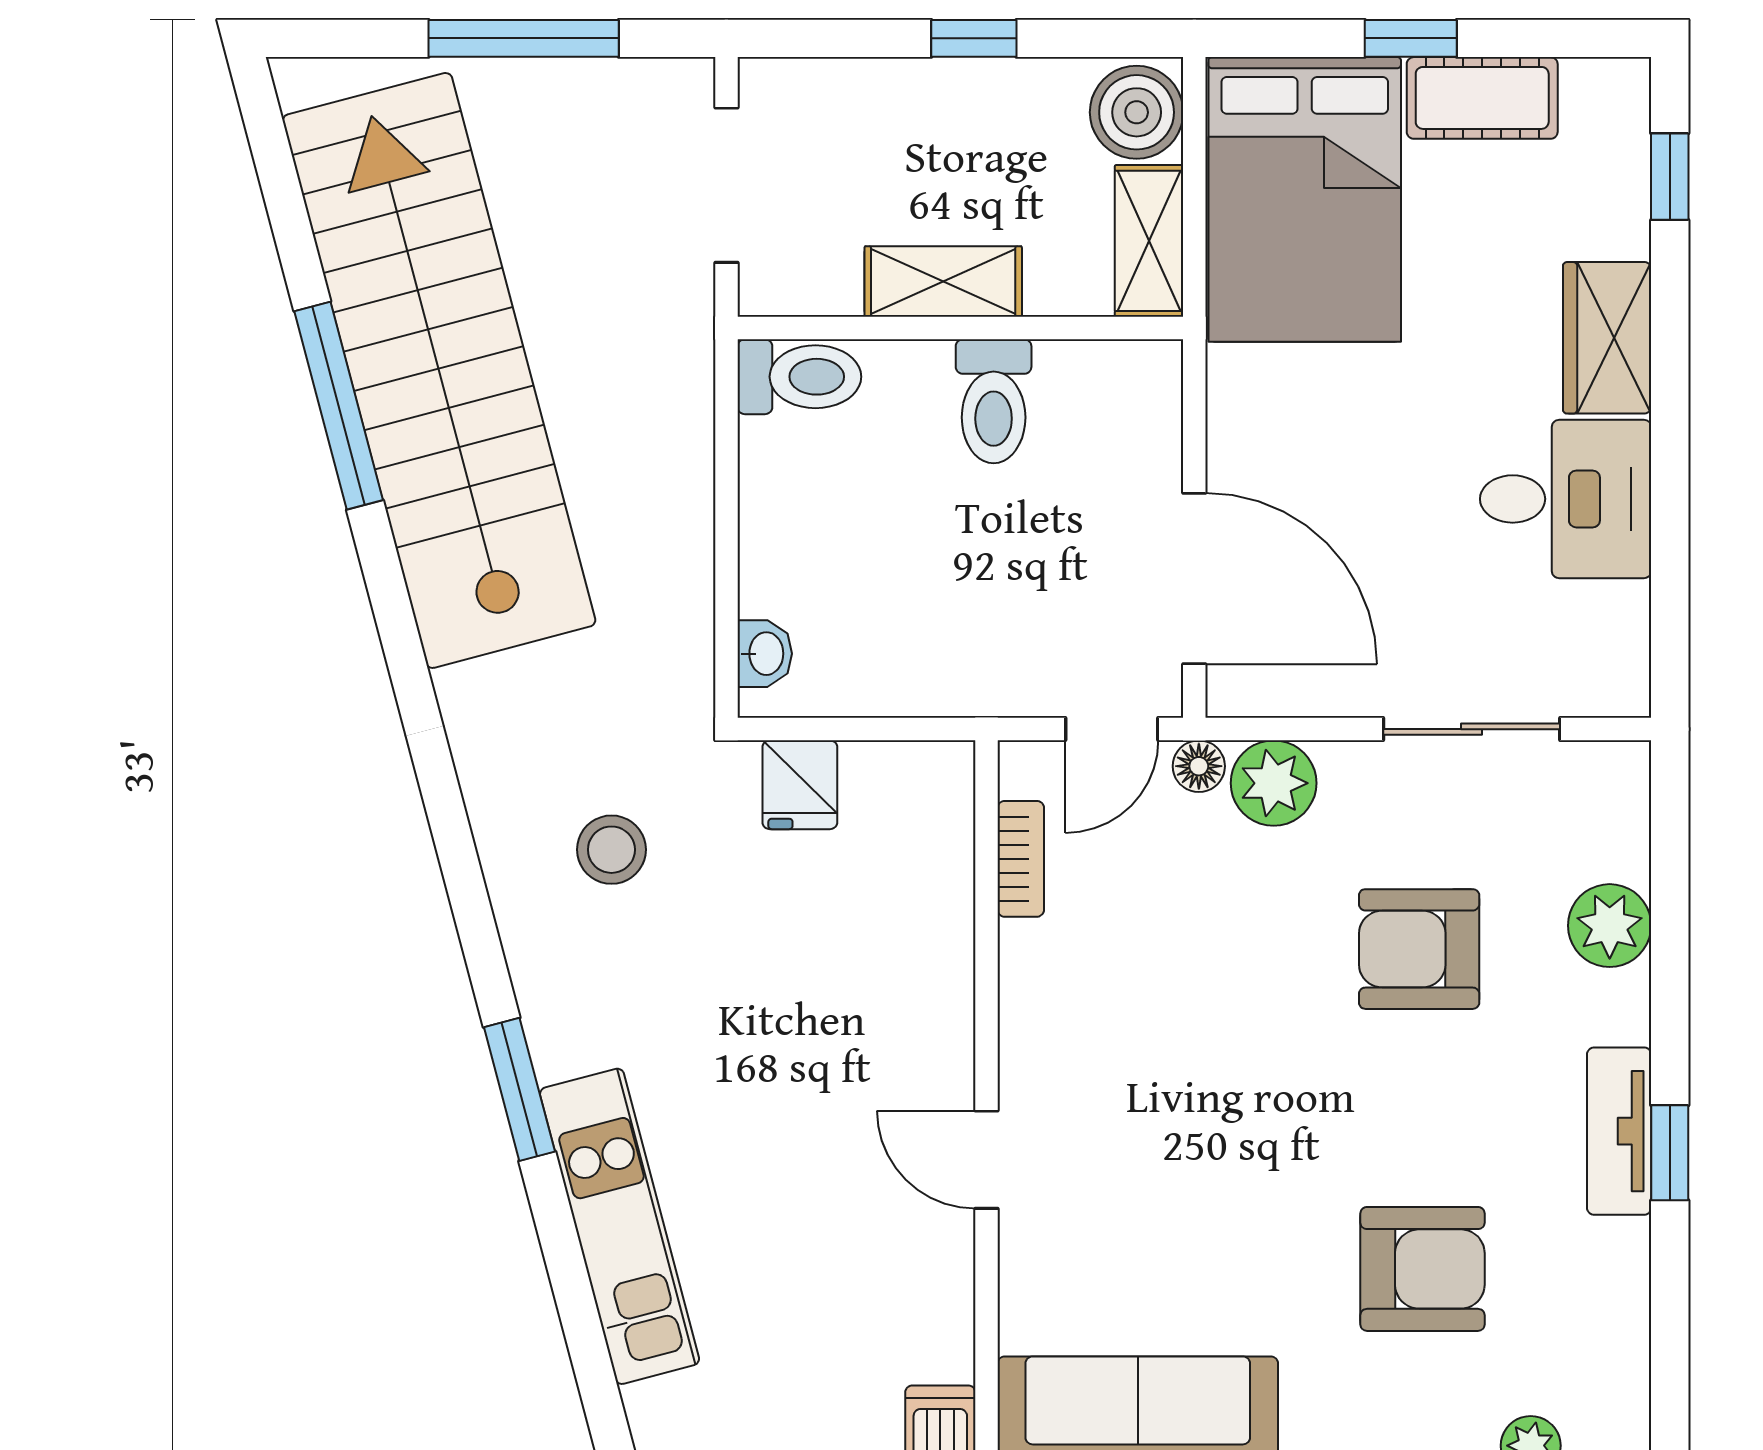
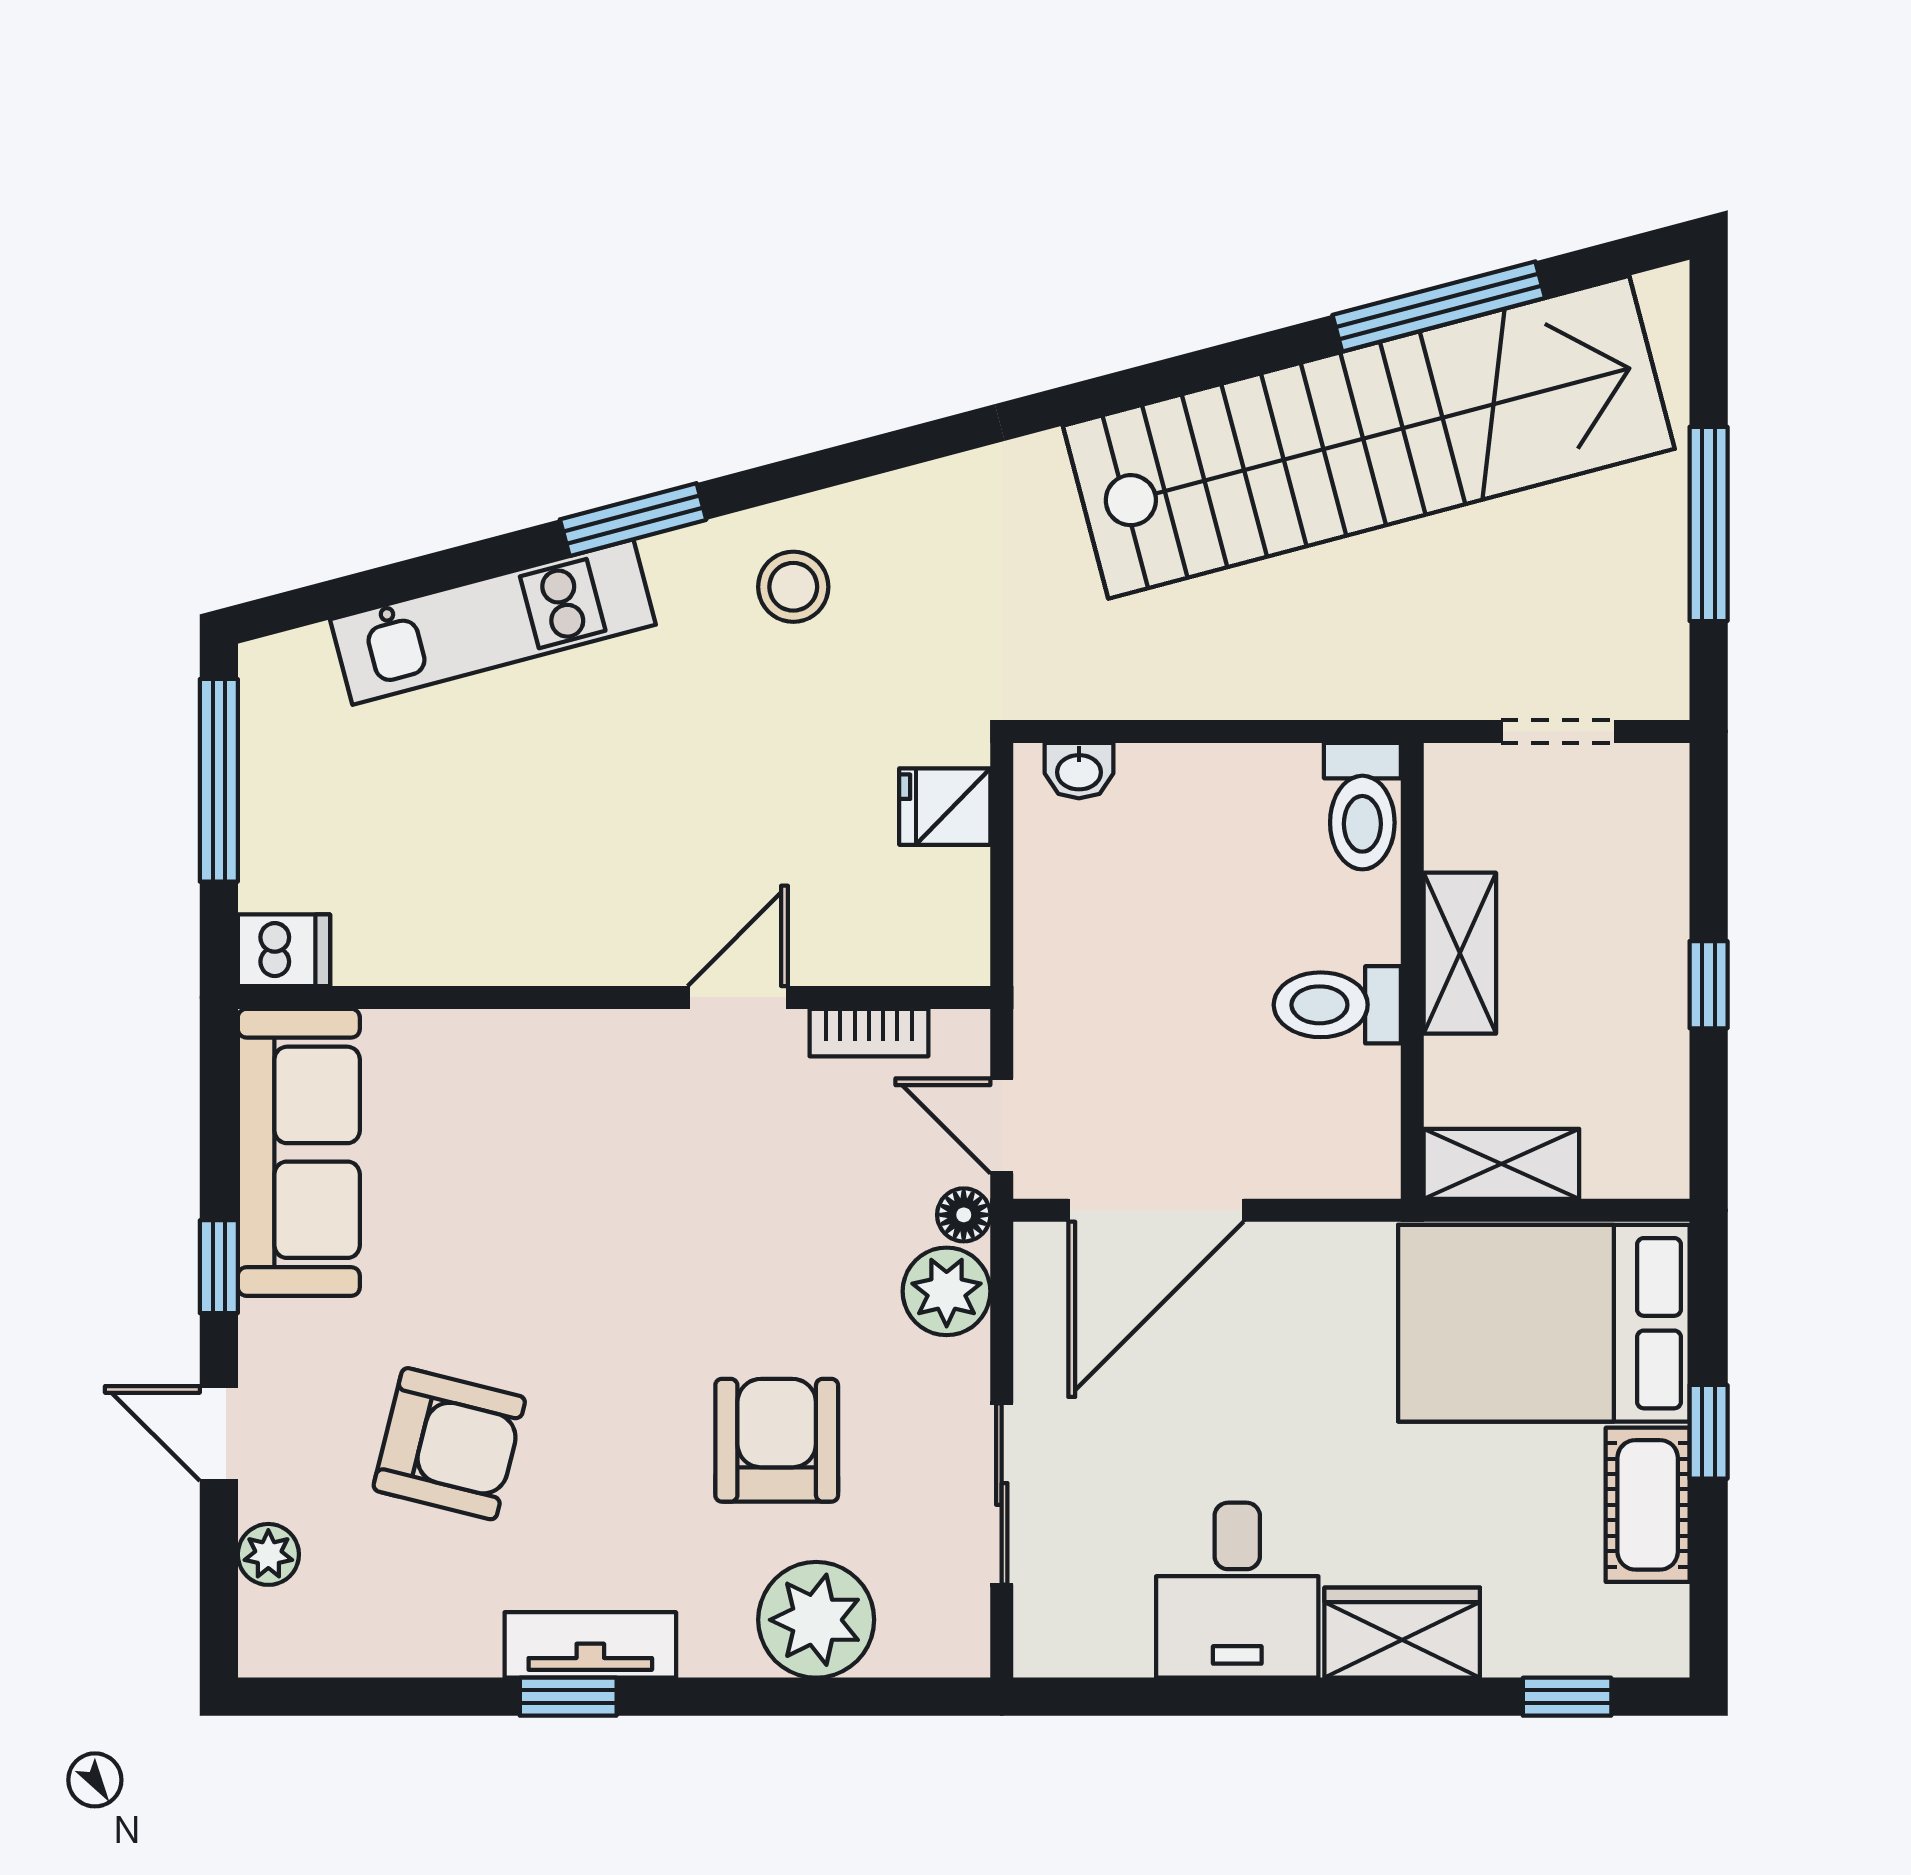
boiler: (1137, 112) -> (1633, 1151), removed
doorway: (726, 185) -> (1558, 731), width x0.73
window: (339, 406) -> (1439, 306), moved
stool: (611, 850) -> (793, 587), moved
plant: (1610, 926) -> (816, 1620), width x1.36, depth x1.36
door: (986, 1160) -> (738, 997), moved
armchair: (1422, 1269) -> (449, 1444), turned -76

